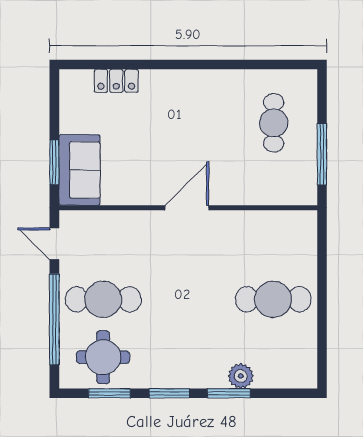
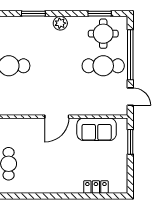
sofa: (79, 170) -> (97, 129), moved, turned -90
plant: (241, 376) -> (60, 23), moved
window: (169, 393) -> (66, 14), removed

